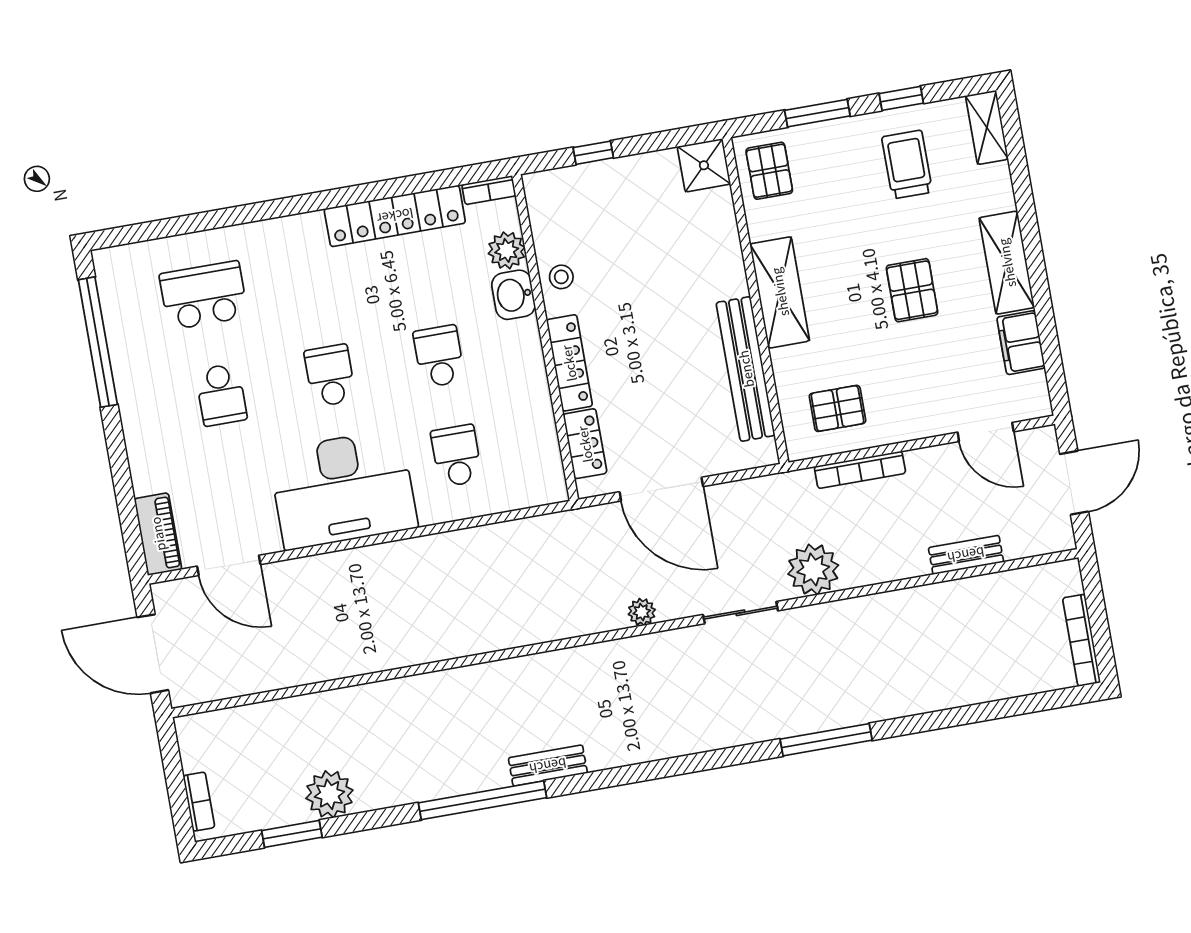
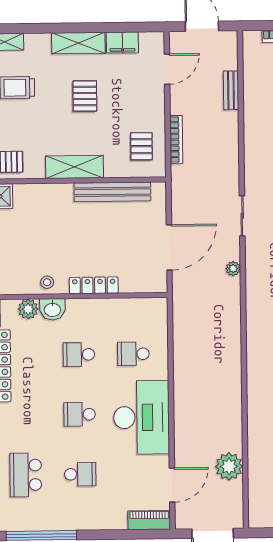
pallet: (912, 290) -> (85, 96), turned 90
locker: (585, 444) -> (138, 284), removed
plant: (813, 570) -> (229, 466), moved

